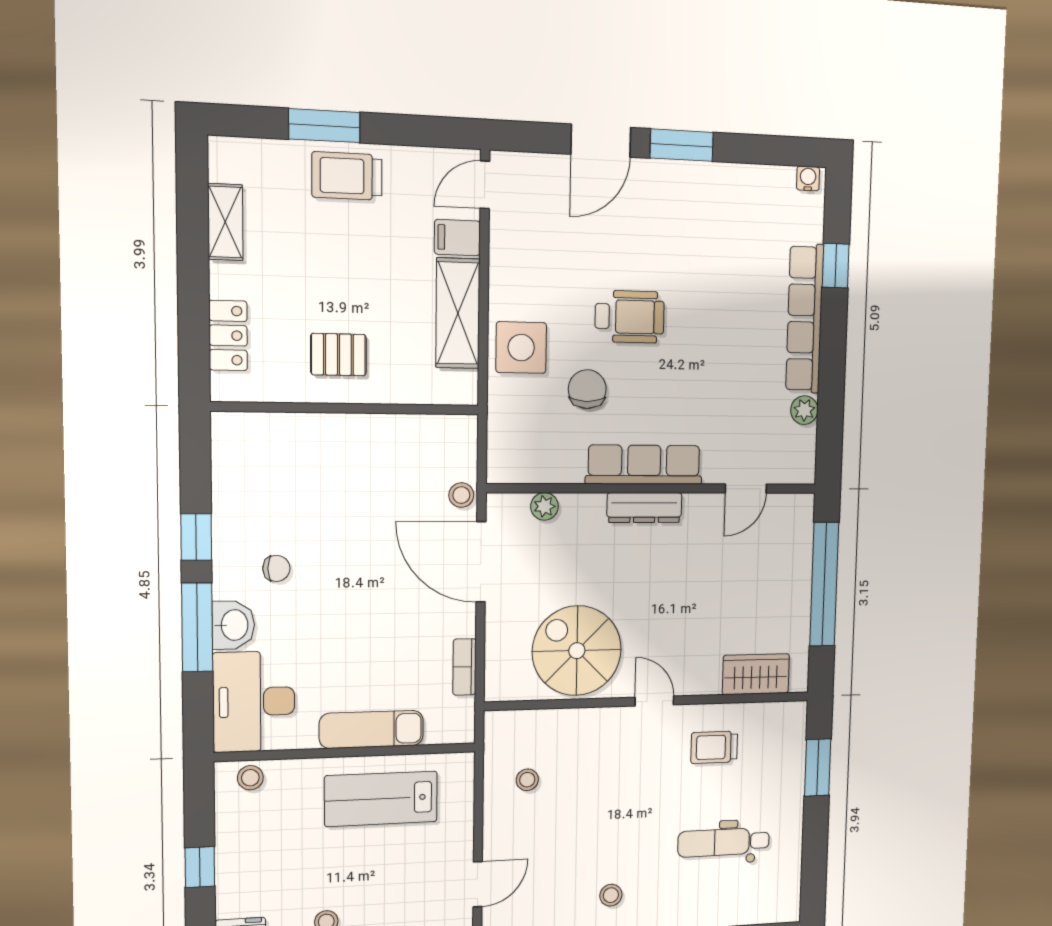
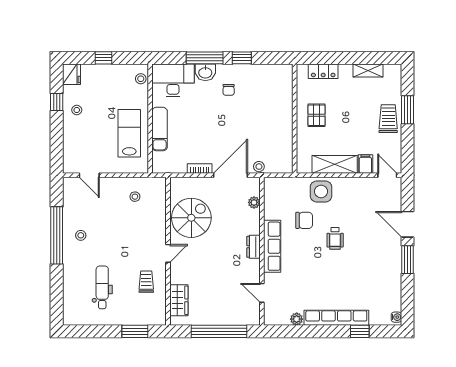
wheelchair: (630, 317) -> (335, 238), width x0.73, depth x0.73
dresser: (644, 508) -> (254, 247), width x0.70
bookcase: (464, 667) -> (200, 169), moved

